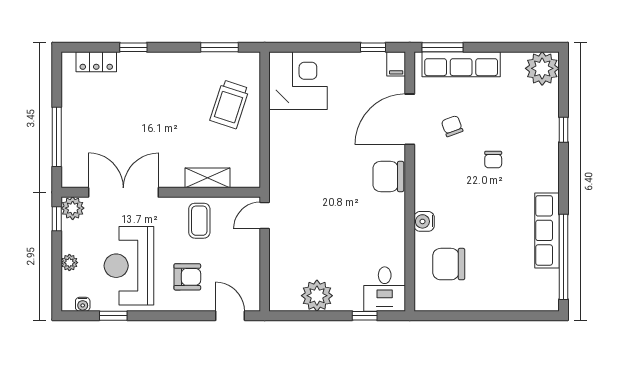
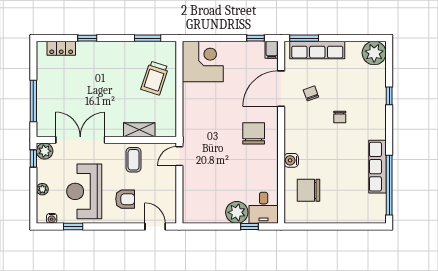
chair: (388, 176) -> (254, 133), moved, turned 90
plant: (317, 296) -> (237, 212), moved

